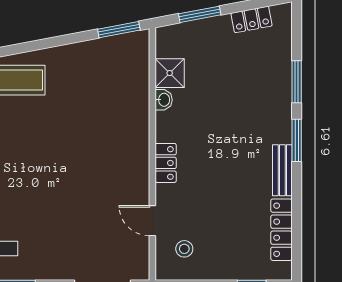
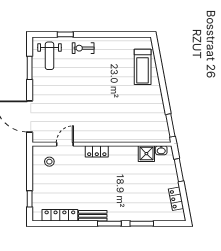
washbasin: (164, 100) -> (161, 150), moved

